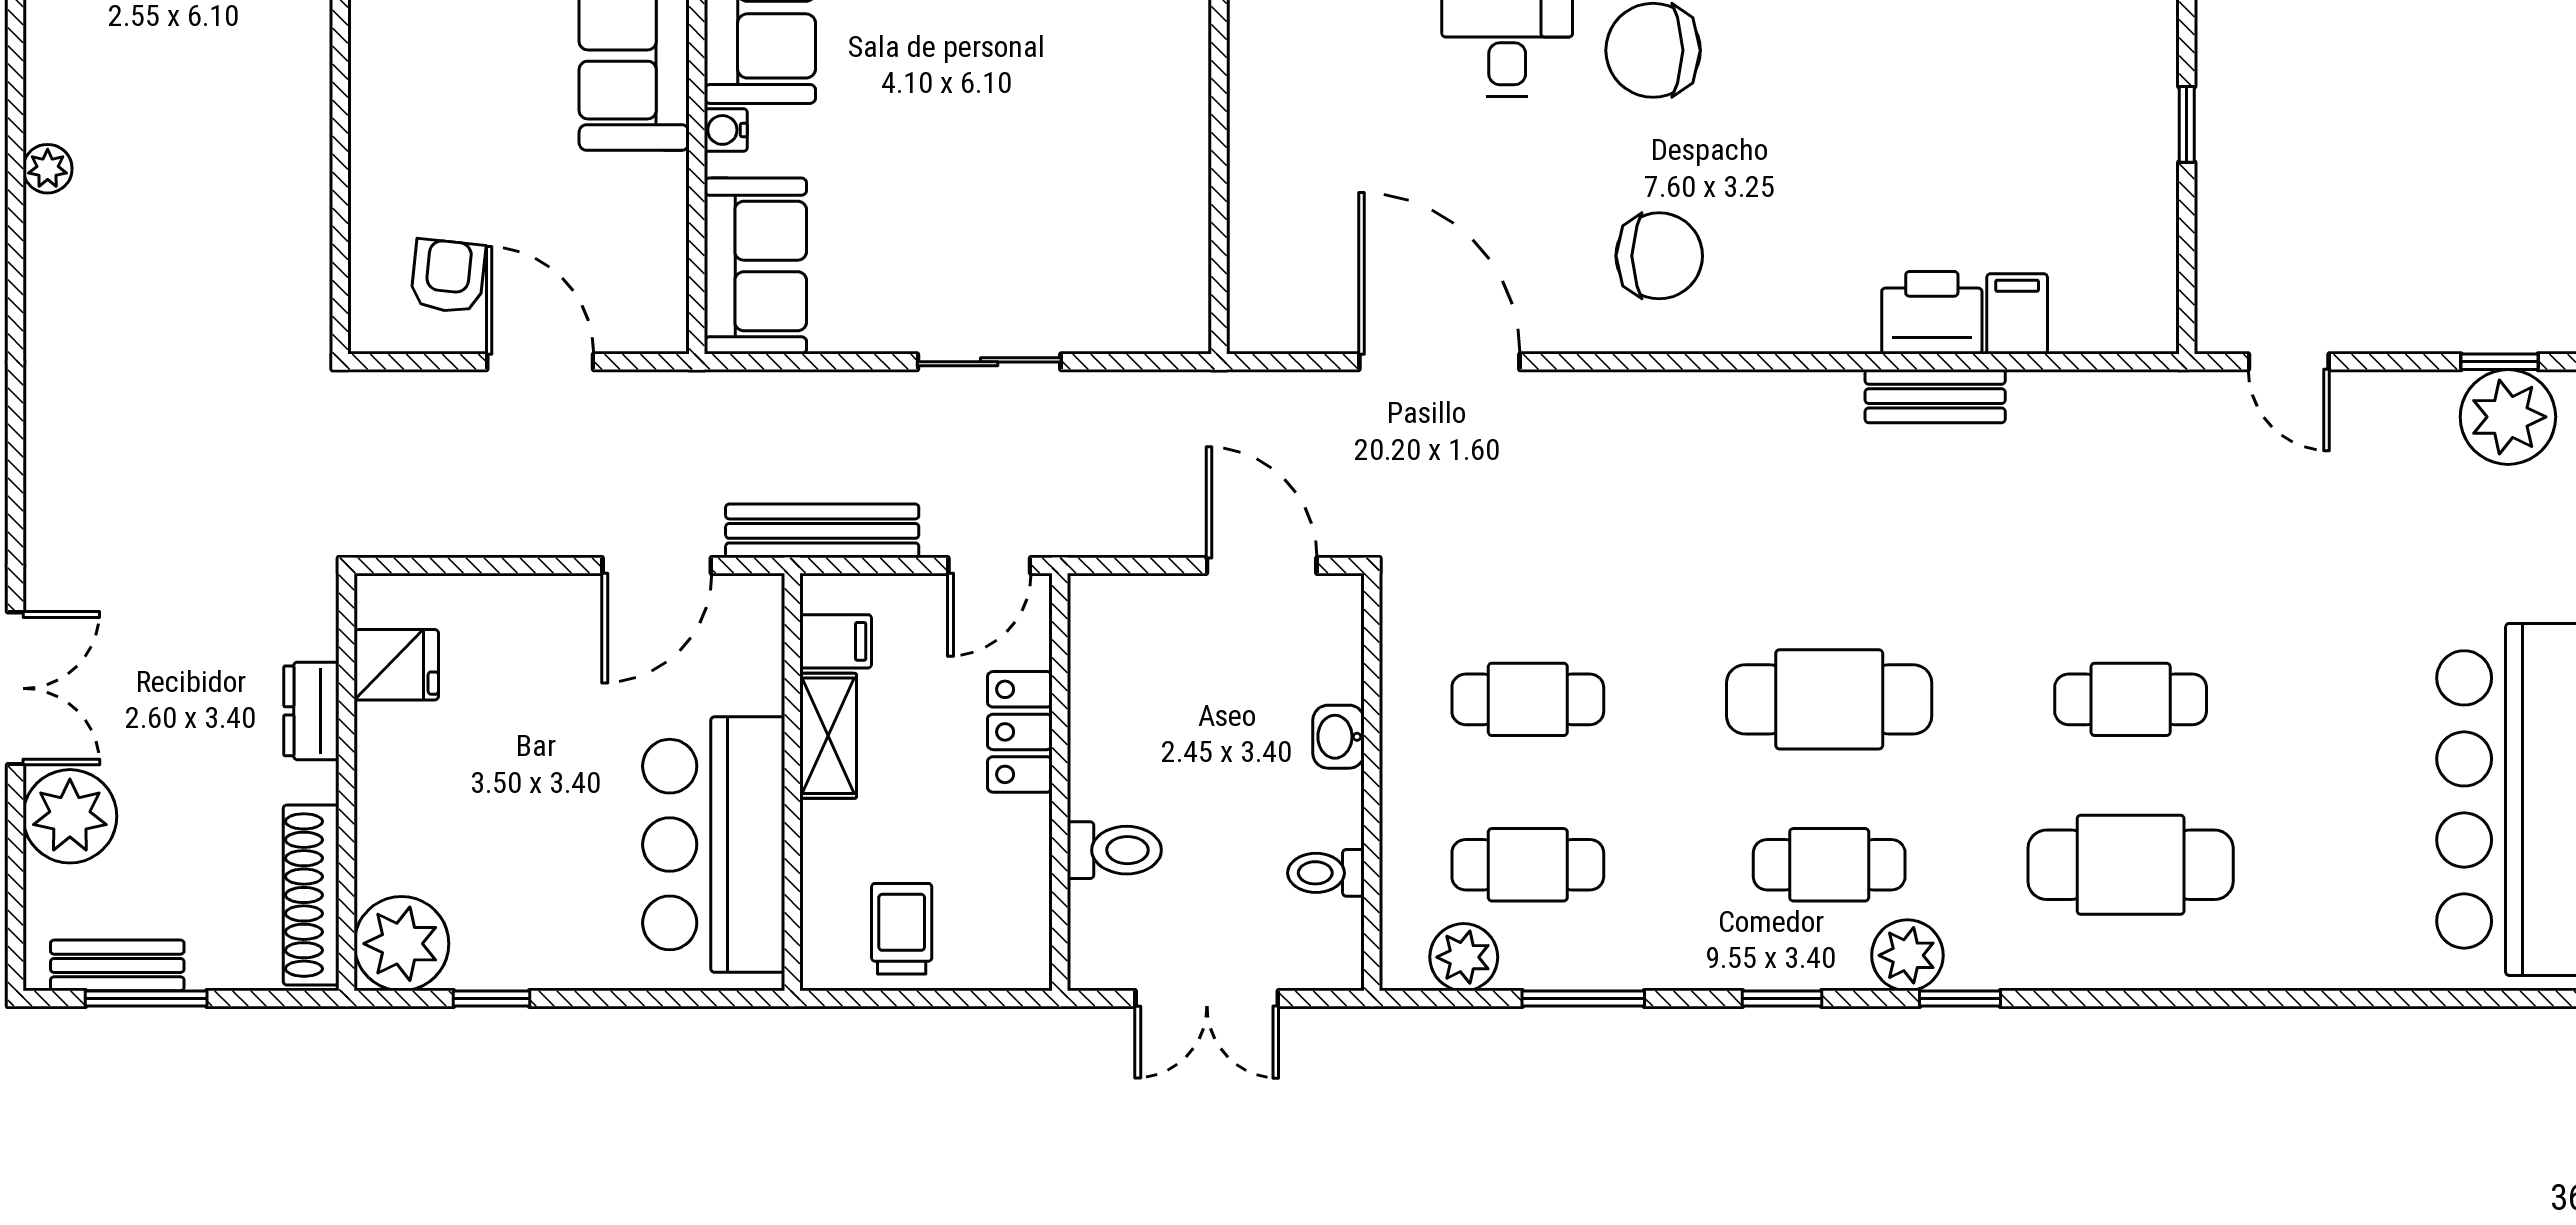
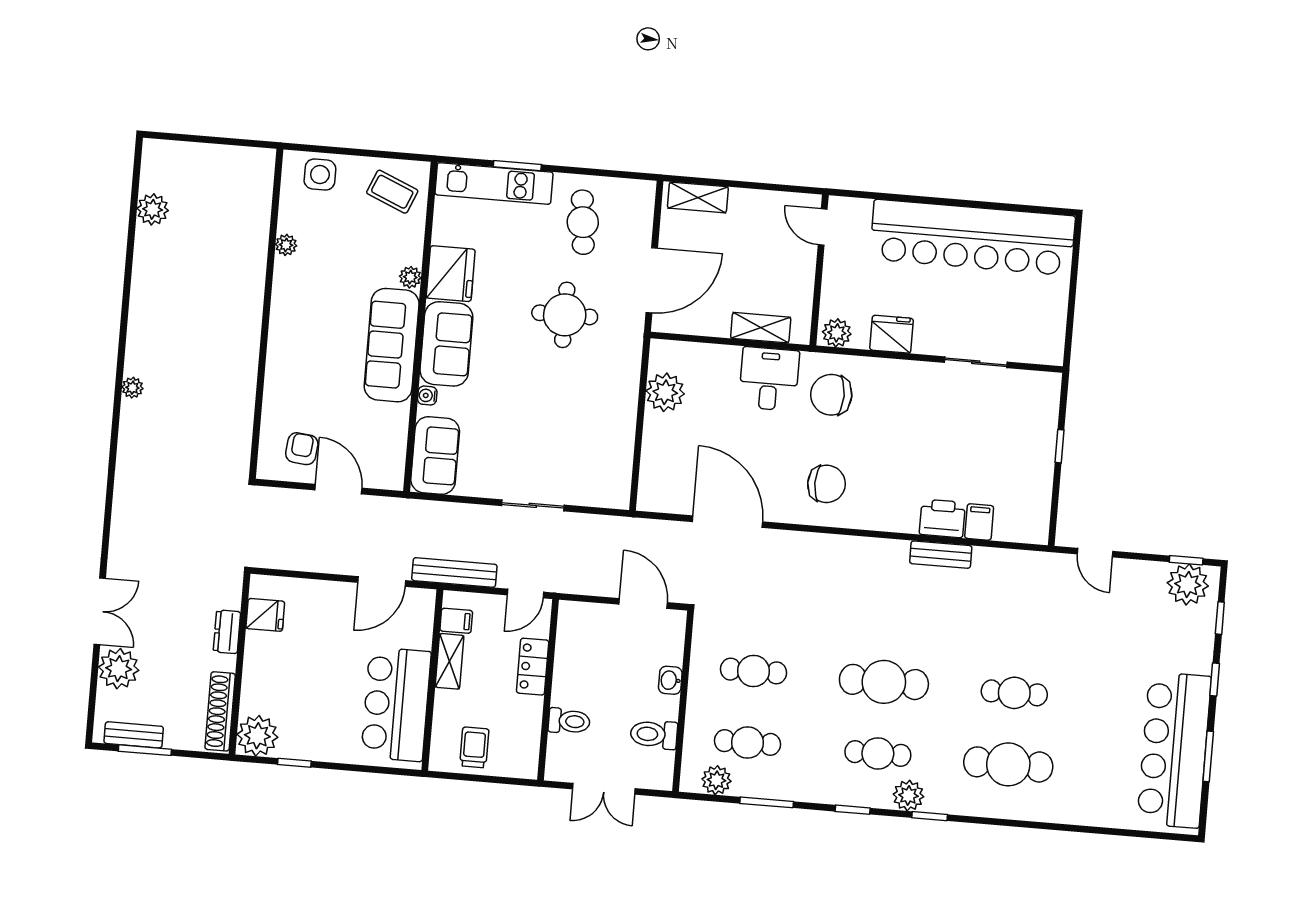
plant: (1271, 77) -> (665, 392), added
toilet: (1326, 873) -> (654, 734), width x1.37, depth x1.39

